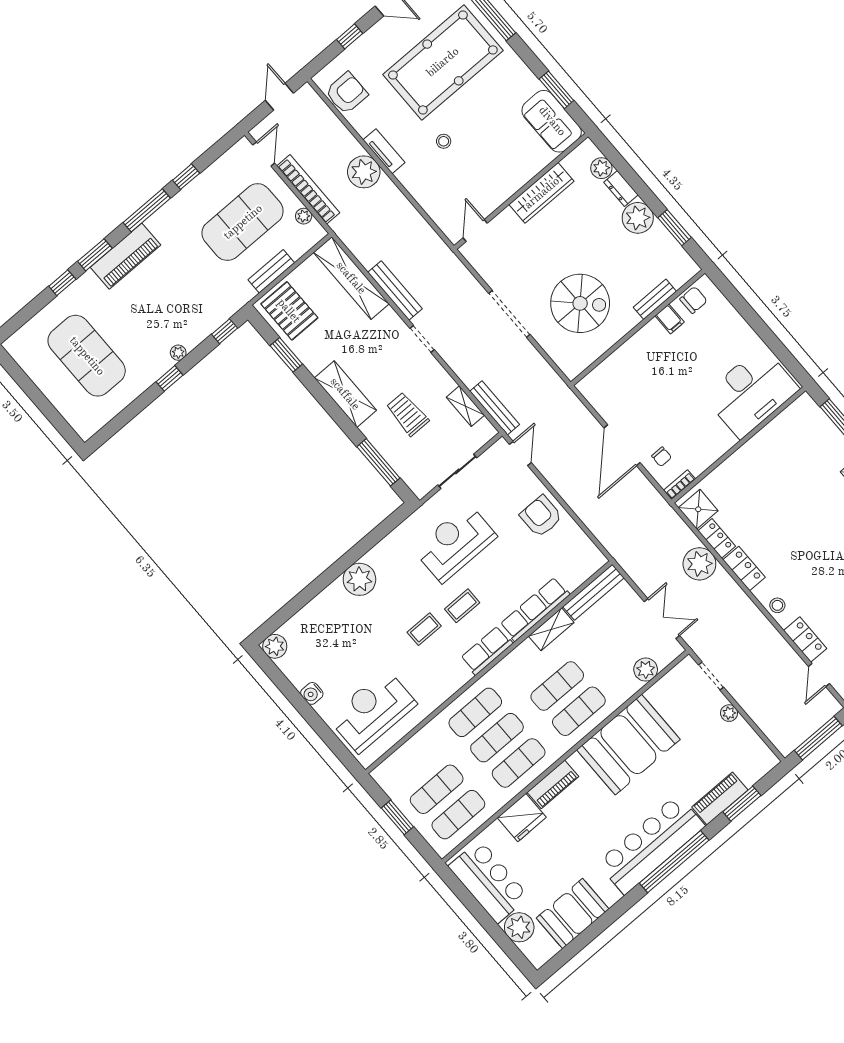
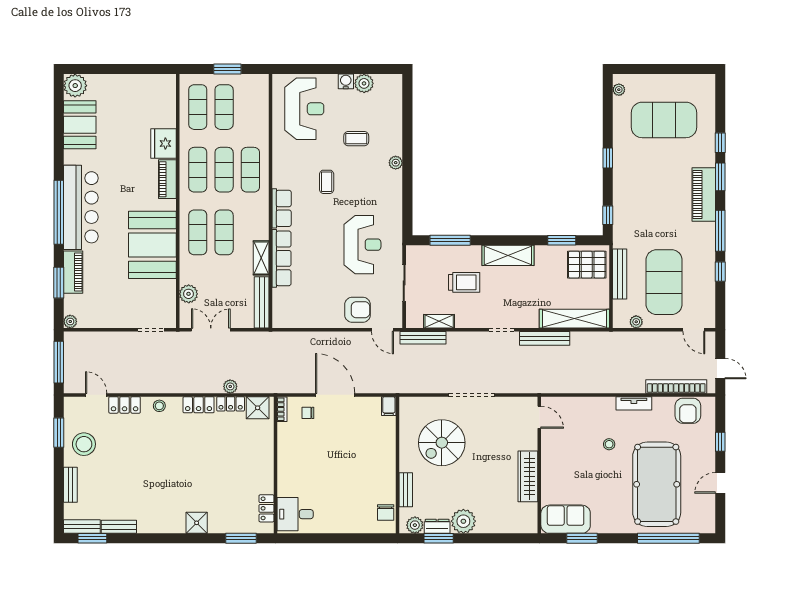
plant: (601, 168) -> (415, 525), moved
plant: (364, 172) -> (632, 381), removed
bookcase: (308, 189) -> (676, 386), moved, turned 180
dresser: (621, 189) -> (437, 526), moved
bench: (271, 271) -> (620, 274), width x1.36
filing cabinet: (670, 319) -> (389, 406), moved, turned -90
plant: (178, 353) -> (619, 90), moved
desk: (751, 392) -> (295, 514), width x0.53, depth x0.77
locker: (788, 418) -> (266, 508), added
armchair: (541, 516) -> (357, 310), moved
plant: (699, 564) -> (230, 386), width x0.53, depth x0.53
plant: (359, 579) -> (396, 163), width x0.53, depth x0.53
coffee table: (462, 606) -> (356, 139), moved, turned 90
double door: (662, 619) -> (211, 330), swing flipped
plant: (275, 646) -> (364, 83), moved
plant: (729, 713) -> (70, 321), moved
bar counter: (489, 881) -> (142, 91), removed
plant: (519, 927) -> (75, 86), moved

